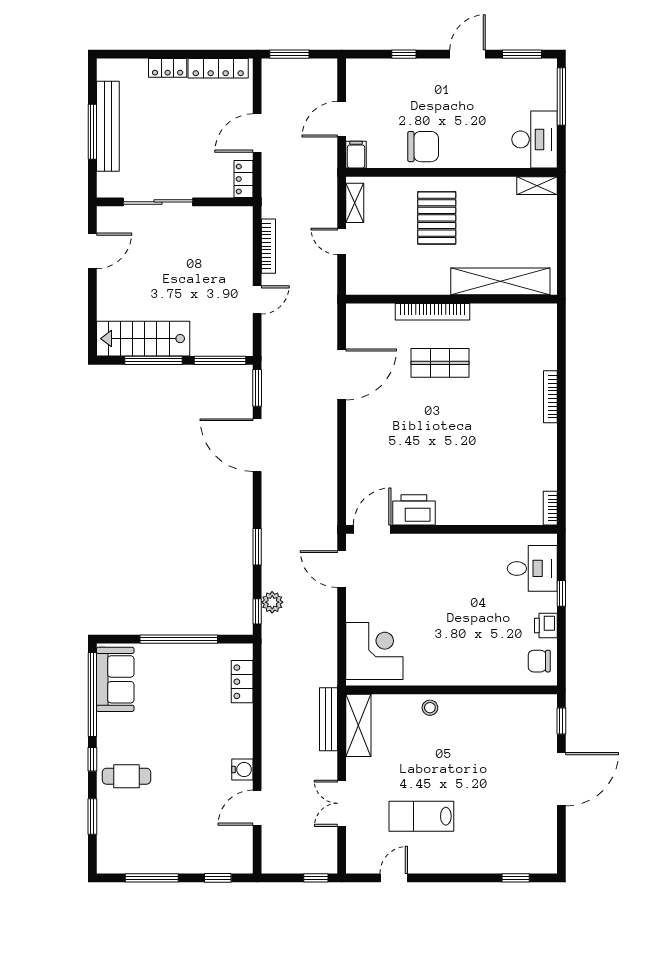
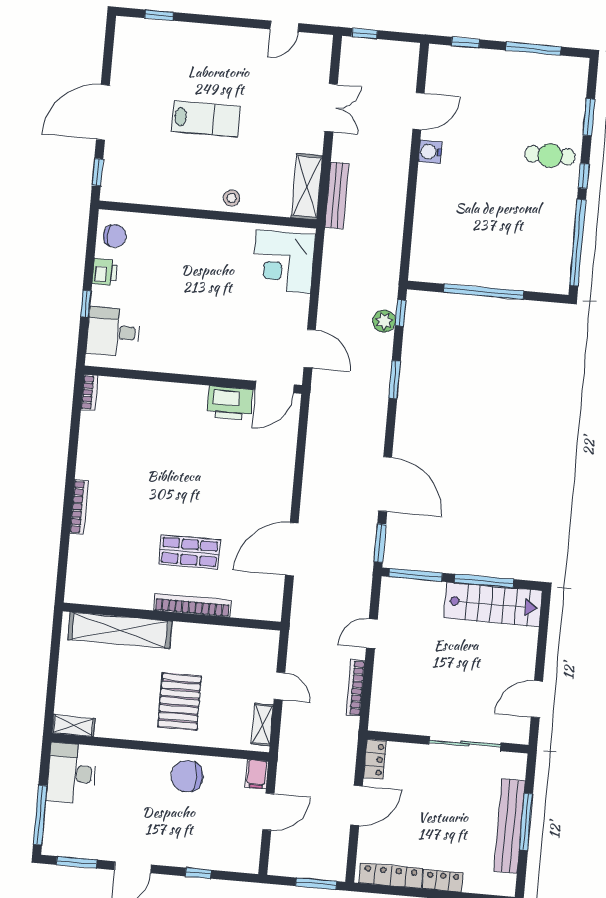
sofa: (115, 679) -> (553, 256), removed
locker: (242, 682) -> (422, 242), removed
lab bench: (421, 816) -> (206, 119), moved

